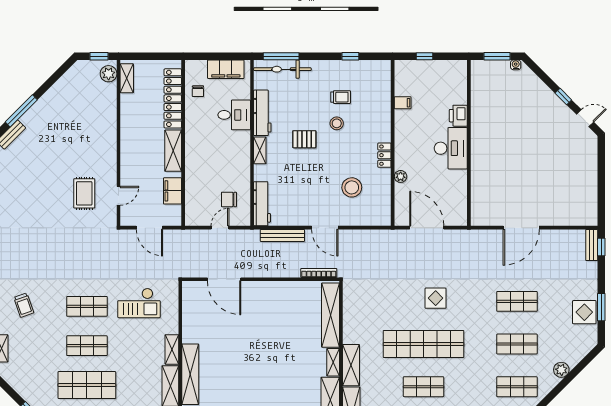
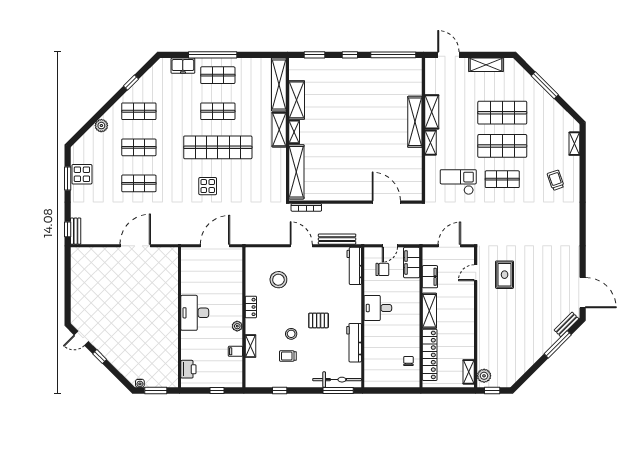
filing cabinet: (226, 69) -> (412, 262), moved, turned -90
desk: (234, 115) -> (378, 308), moved
printer: (458, 116) -> (188, 369), moved
shelving: (260, 150) -> (250, 346), moved
plant: (401, 176) -> (237, 326), moved
door: (149, 228) -> (449, 246), hinge flipped
door: (427, 228) -> (215, 246), swing flipped
shop shelf: (87, 346) -> (502, 146), width x1.43, depth x1.36

